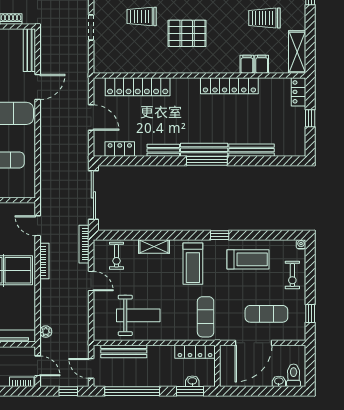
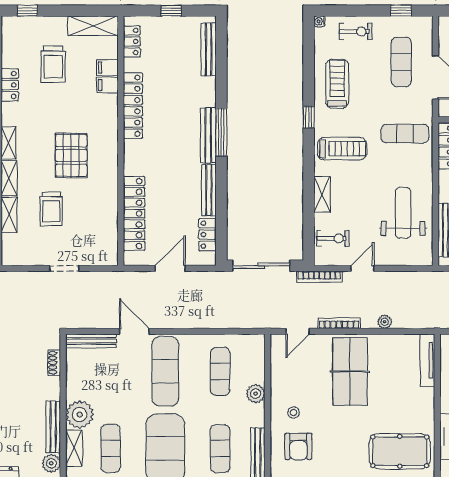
locker: (299, 92) -> (132, 41), moved, turned -90
bench: (163, 150) -> (209, 190), width x1.36
bench: (251, 150) -> (209, 49), moved
plant: (46, 332) -> (385, 322), moved

